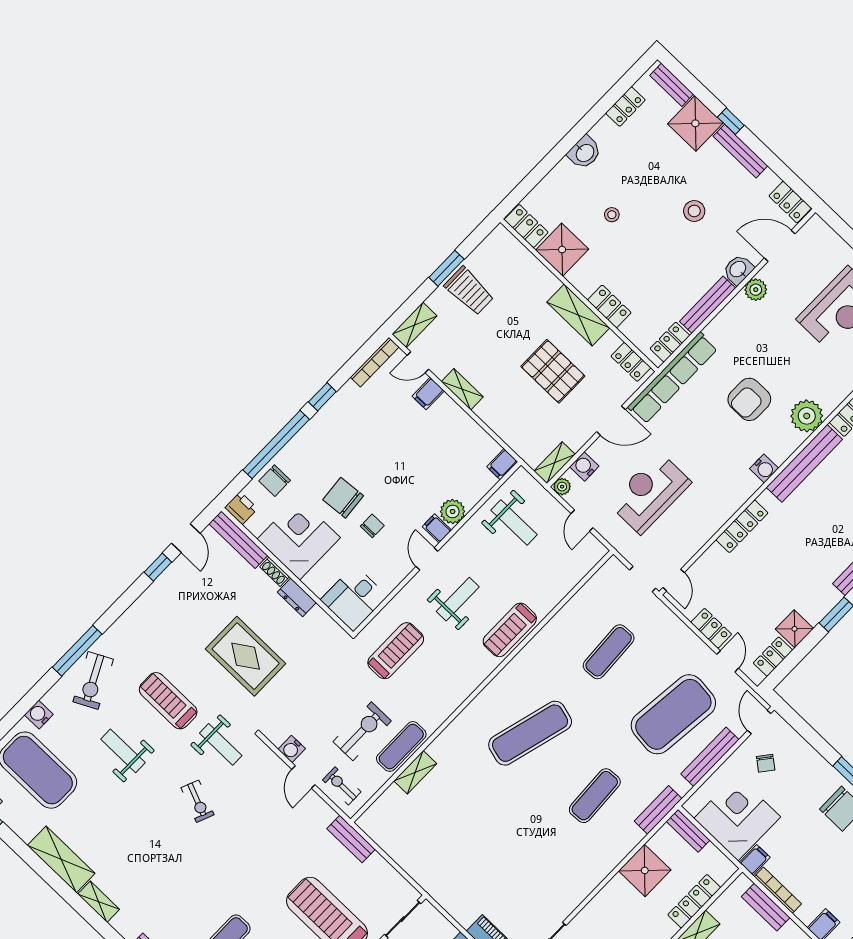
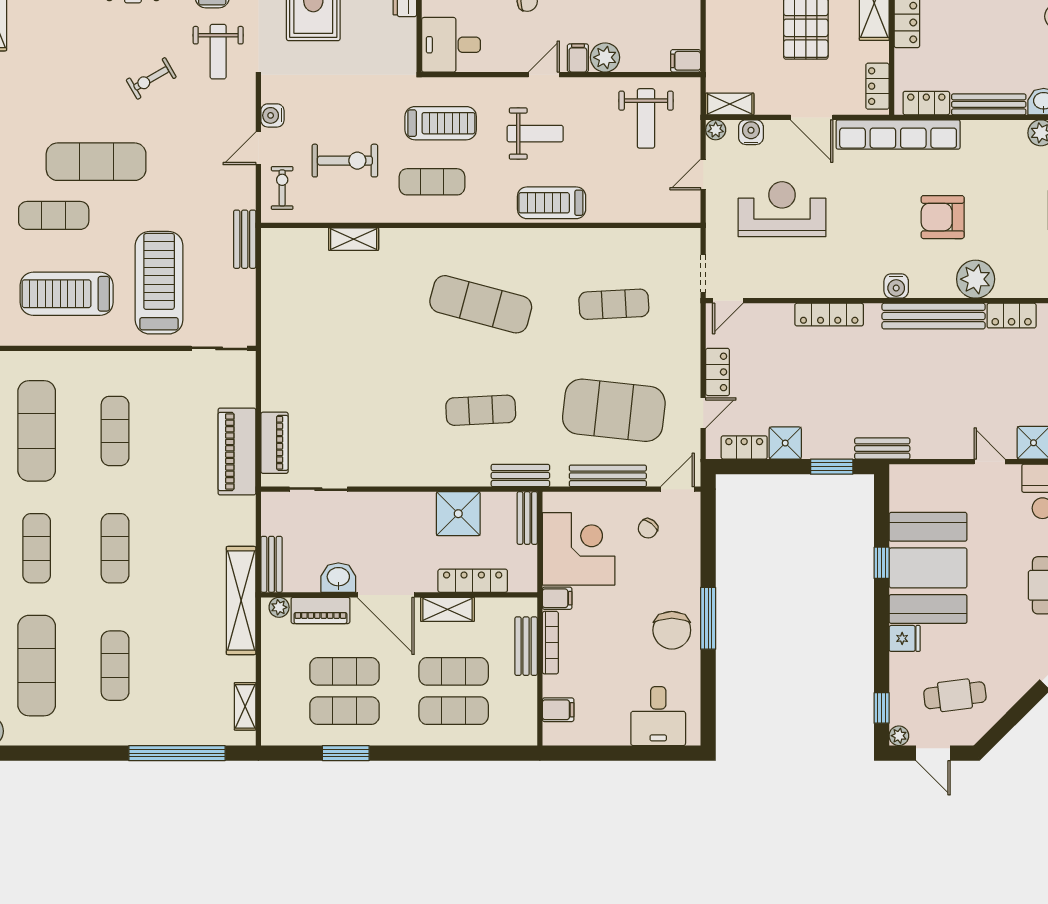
exercise mat: (401, 746) -> (432, 182), moved
exercise bike: (198, 801) -> (151, 78), turned 38
exercise mat: (216, 884) -> (96, 162), added

